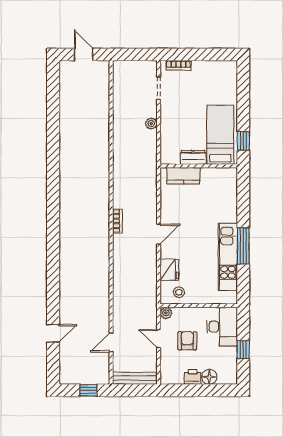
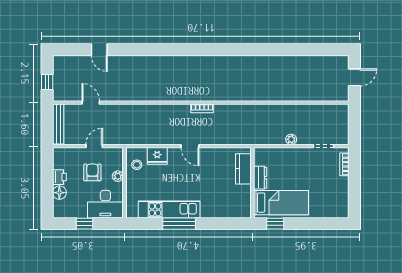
plant: (166, 313) -> (118, 176), moved
armchair: (187, 341) -> (92, 172), turned -90

